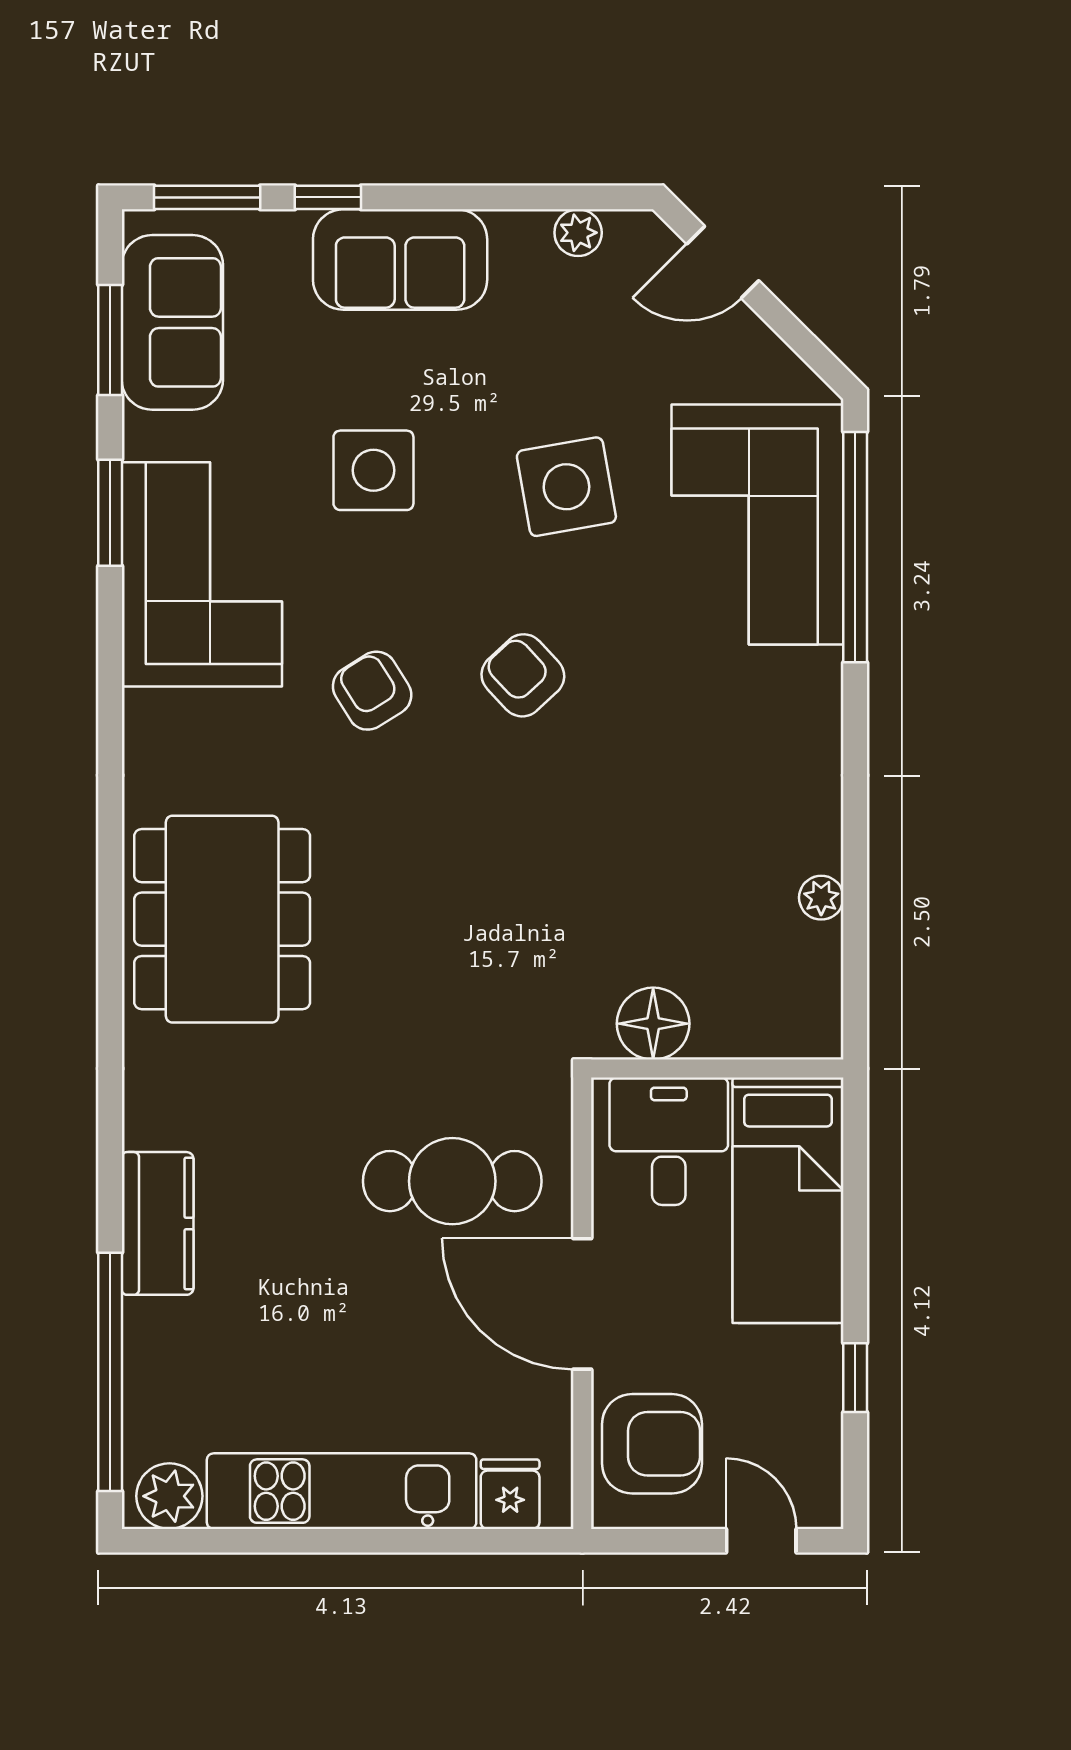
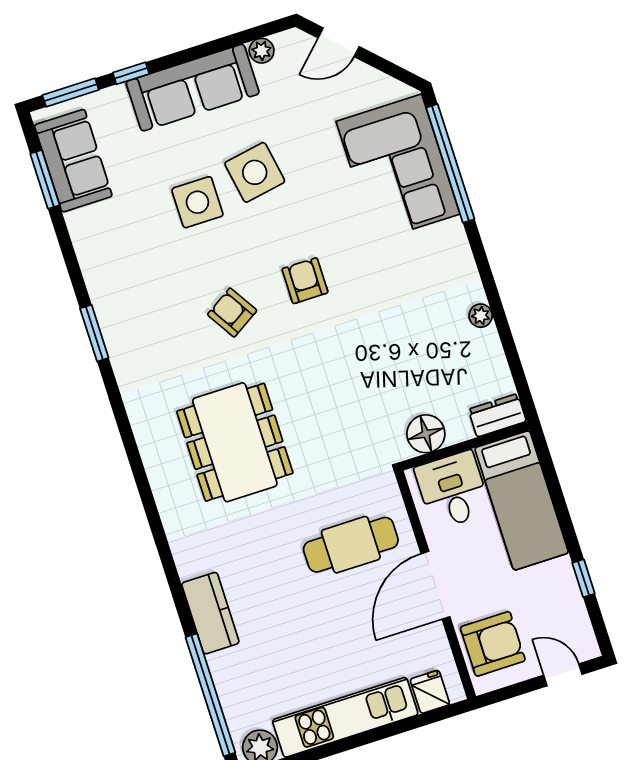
sofa: (400, 259) -> (193, 88), width x1.36
side table: (566, 487) -> (255, 172), moved
window: (110, 513) -> (94, 333), moved
corner sofa: (202, 574) -> (128, 282), removed
armchair: (523, 675) -> (305, 281), turned 43
plant: (821, 898) -> (481, 316), moved
dining table: (222, 919) -> (235, 442), moved
dresser: (793, 1032) -> (497, 415), added
door: (582, 1304) -> (435, 585), hinge flipped

